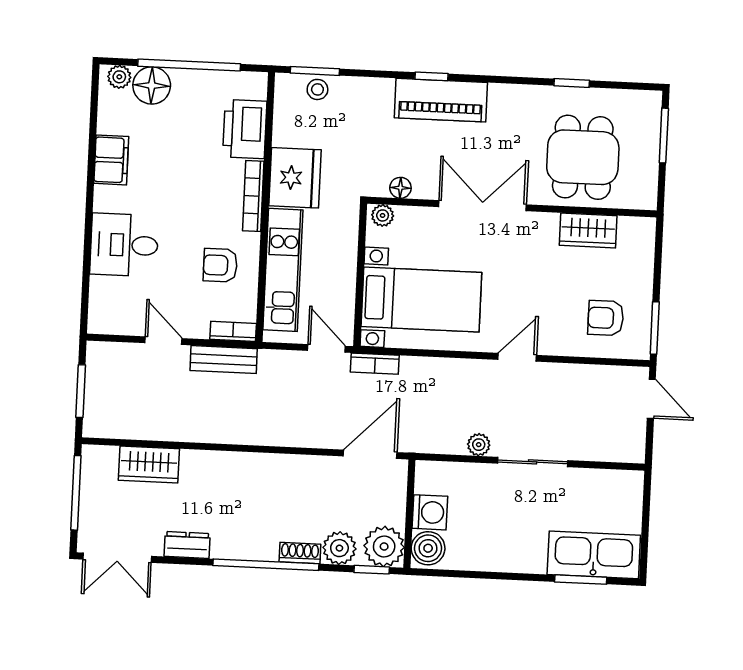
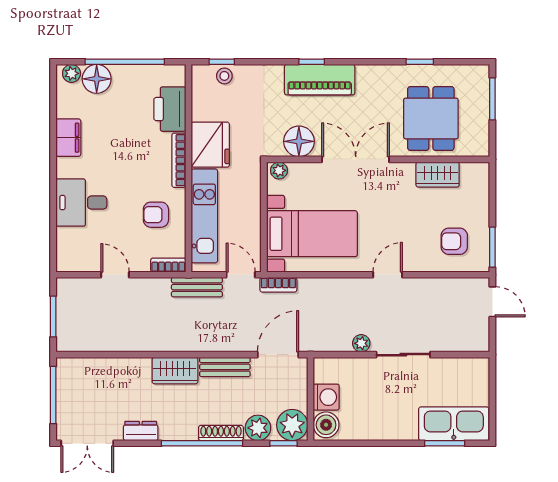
window: (315, 71) -> (222, 62), width x0.67
floor lamp: (400, 188) -> (299, 141), width x1.89, depth x1.89
bench: (224, 360) -> (197, 287), moved
wardrobe: (149, 465) -> (175, 371), moved
bench: (300, 467) -> (225, 367), added
shoe rack: (300, 553) -> (221, 433), width x1.43

